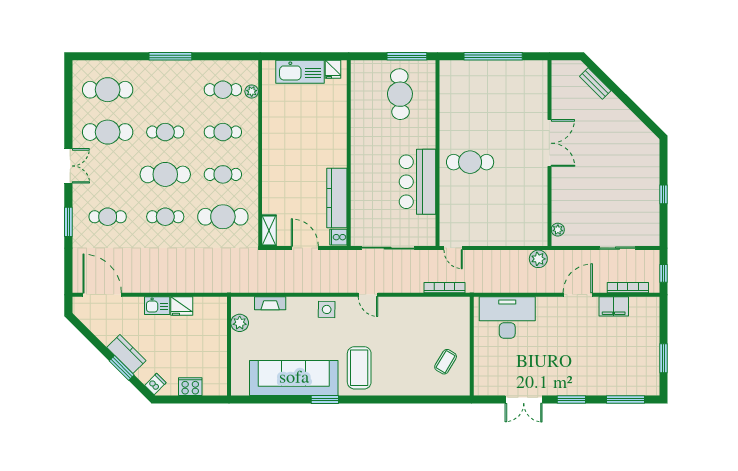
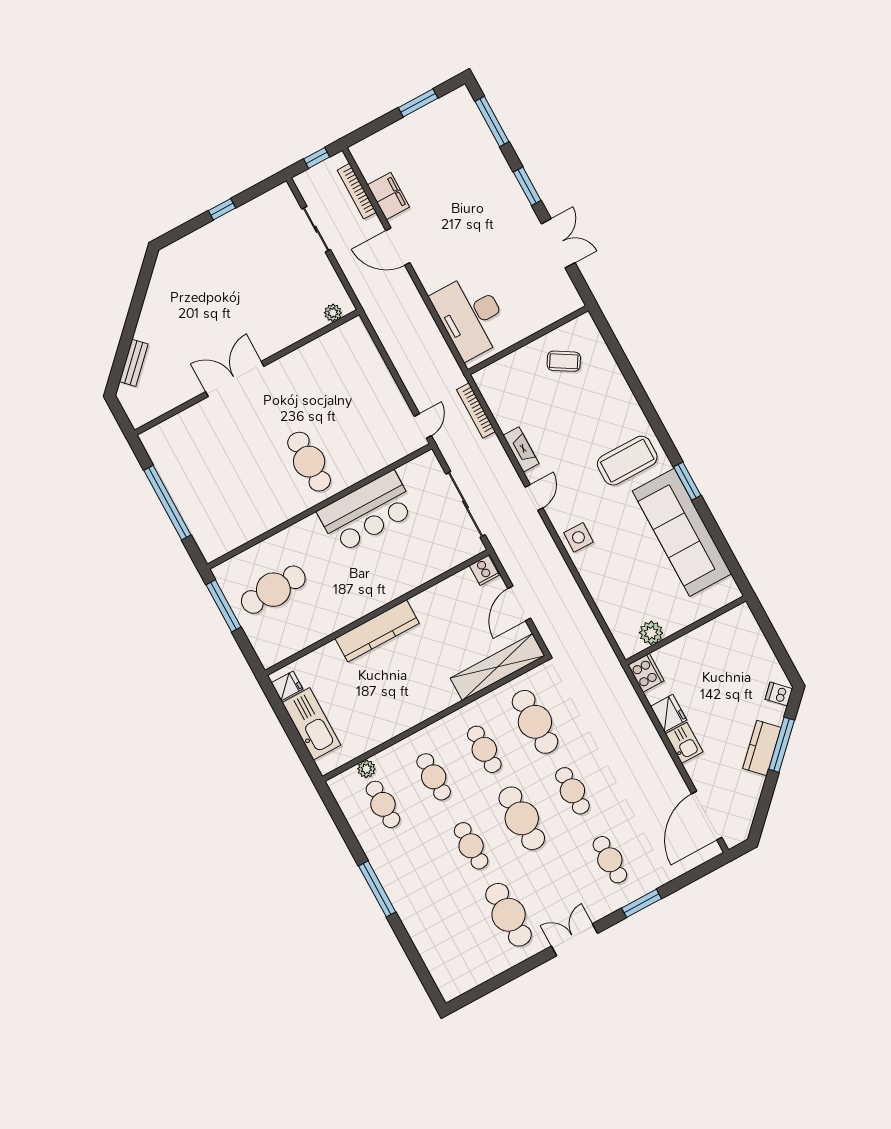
cafe table: (108, 90) -> (458, 942), removed
kitchen counter: (337, 198) -> (377, 631), moved
shelving: (269, 231) -> (497, 667), width x2.20, depth x1.33
plant: (538, 259) -> (380, 317), removed
fireplace: (270, 303) -> (521, 449), moved
window: (122, 368) -> (782, 745), width x1.44
cooker: (190, 387) -> (646, 673), moved, turned 180

